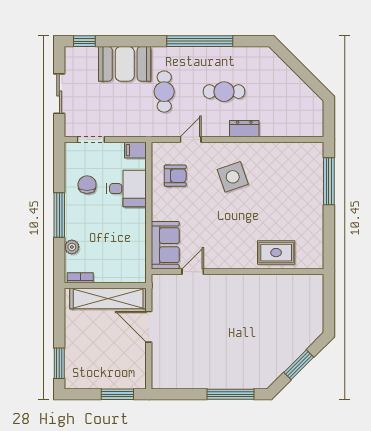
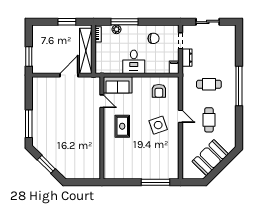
window: (84, 41) -> (239, 37), removed
window: (200, 41) -> (239, 86), moved
booth: (125, 64) -> (210, 158), moved, turned 45
dresser: (244, 129) -> (187, 58), moved
door: (191, 139) -> (180, 116), moved
desk: (126, 189) -> (134, 62), moved
window: (59, 215) -> (125, 22), moved
rug: (276, 253) -> (122, 126), moved
window: (59, 363) -> (67, 22), moved

